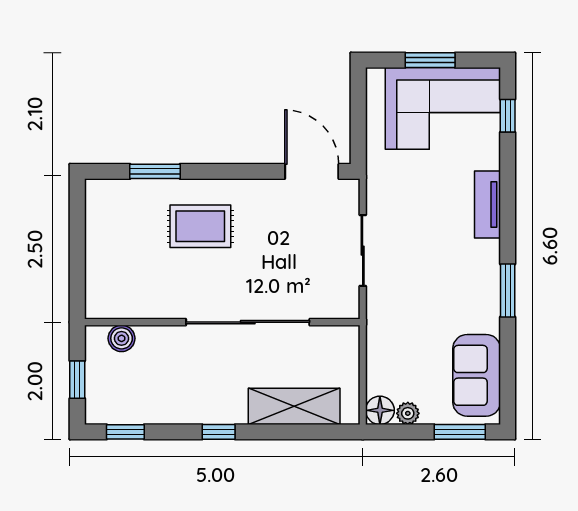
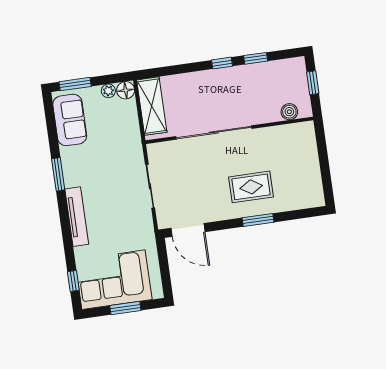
window: (155, 171) -> (258, 220), moved
tv unit: (487, 204) -> (77, 217), width x1.41
shelving: (294, 406) -> (152, 106), moved, turned 90
window: (125, 432) -> (256, 58), moved

